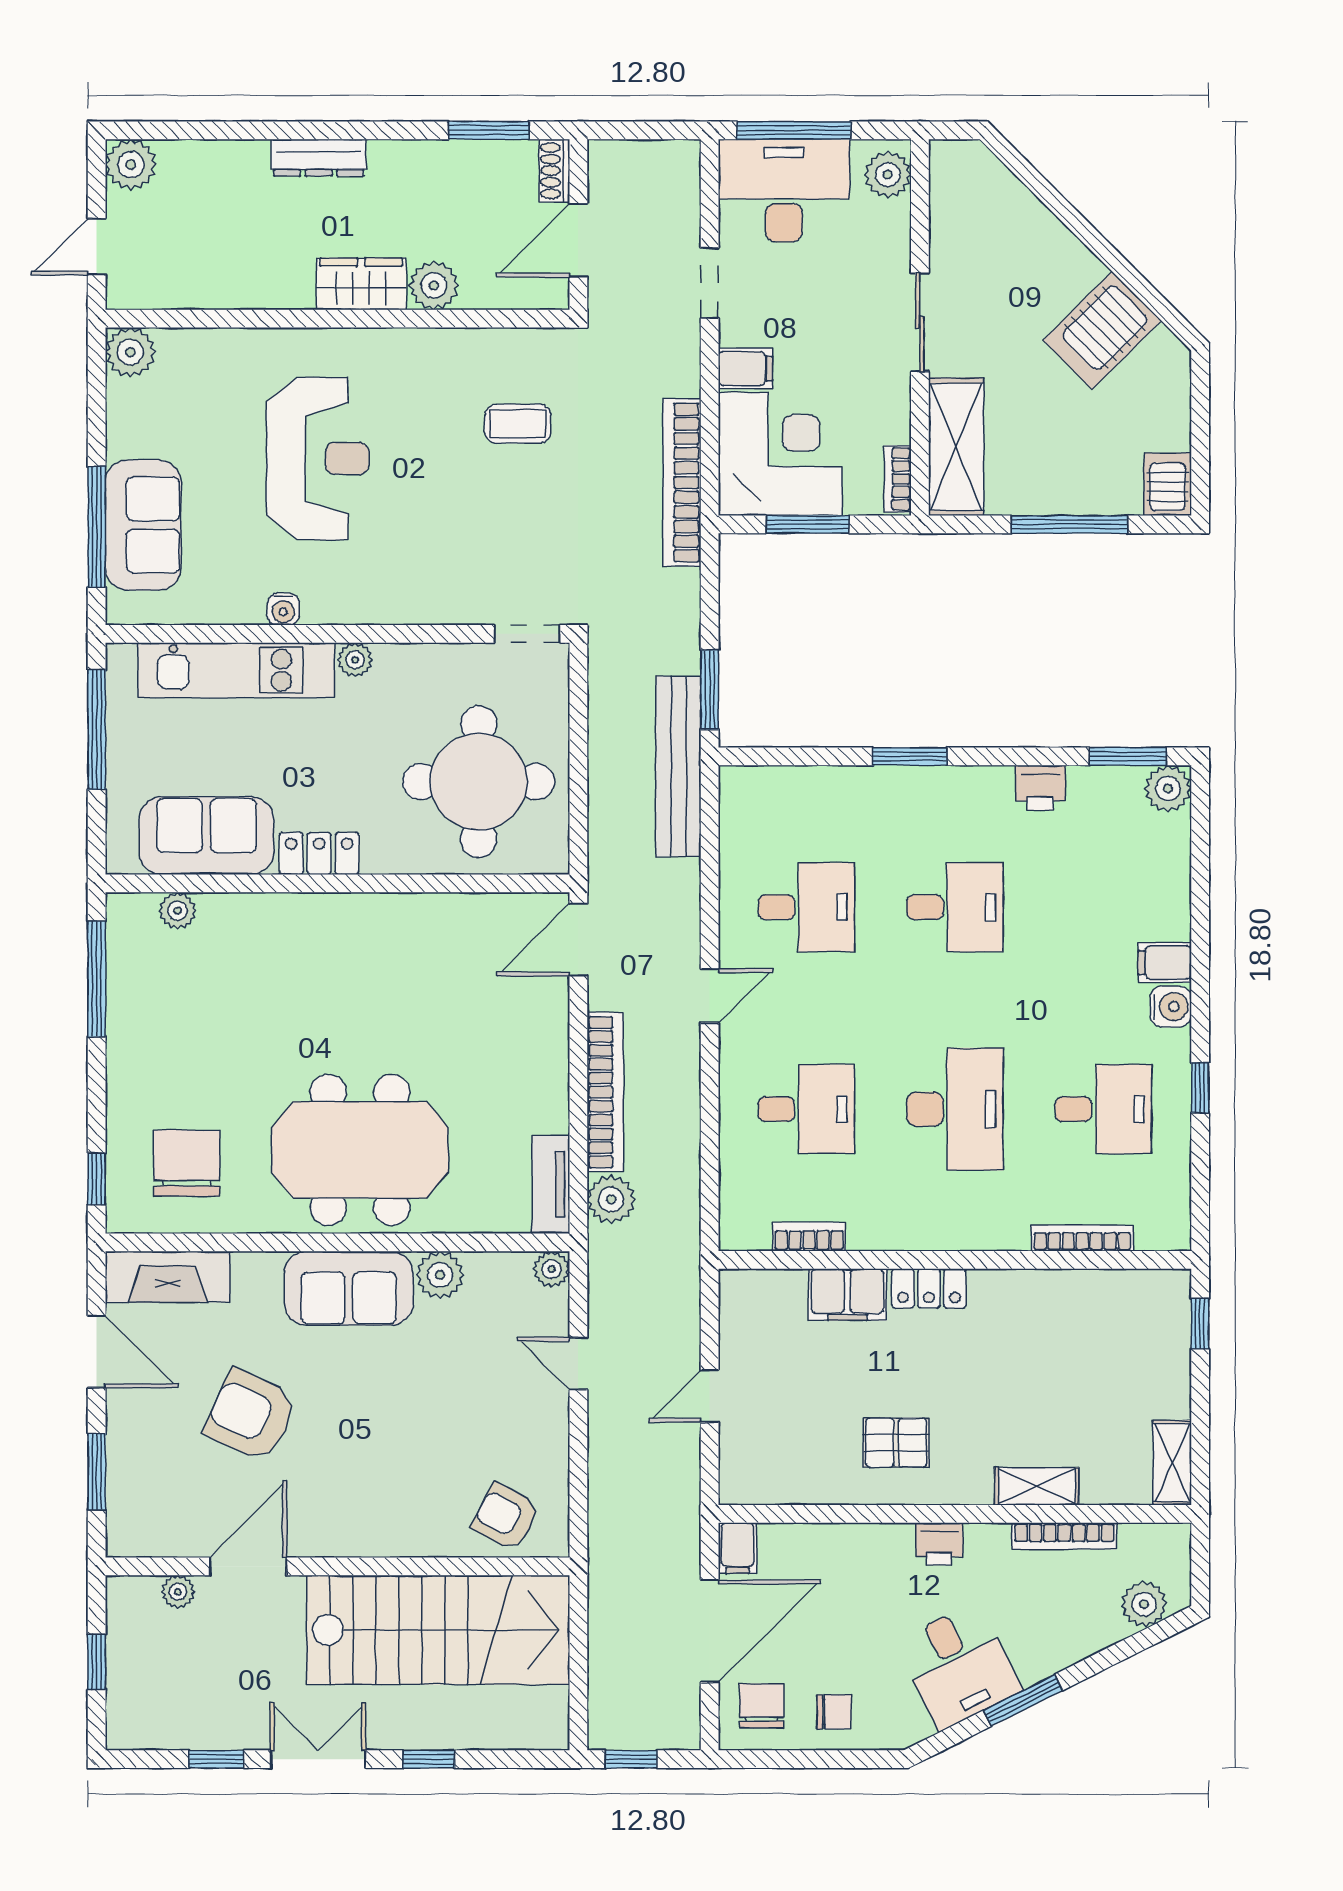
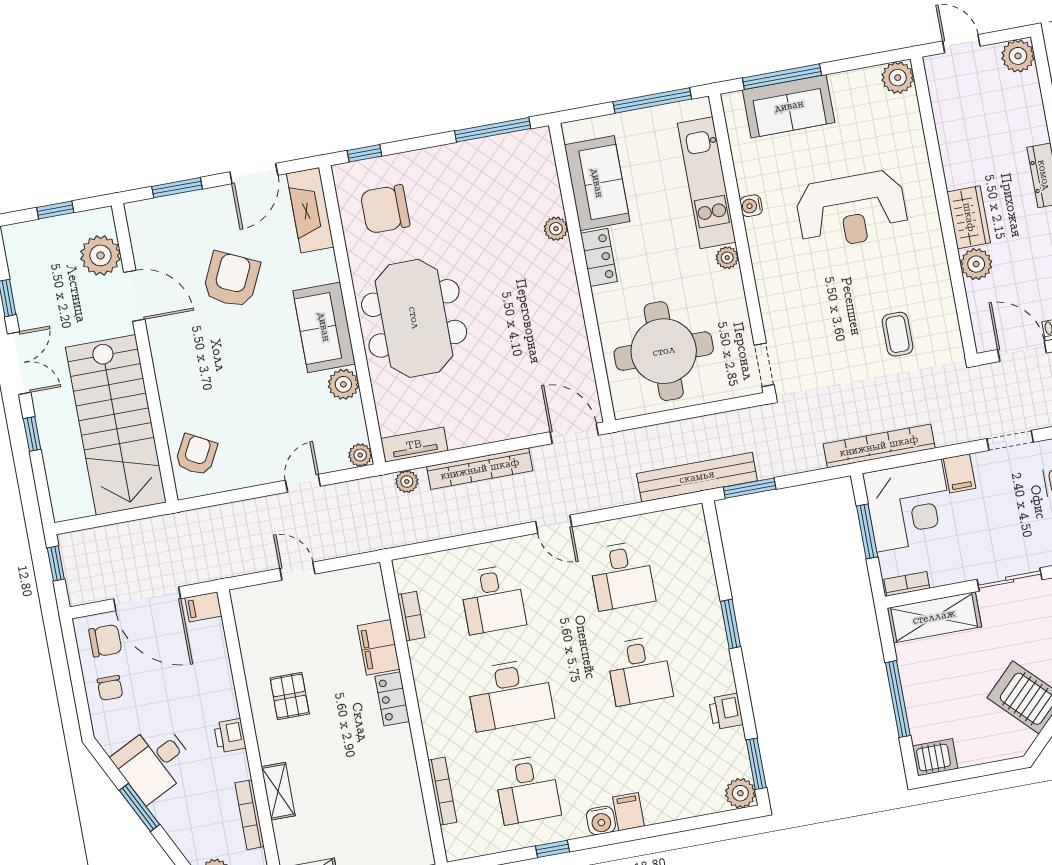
plant: (178, 911) -> (556, 229), moved
chair: (187, 1163) -> (385, 209), turned 180
plant: (611, 1199) -> (407, 482), width x0.73, depth x0.73
plant: (178, 1592) -> (100, 255), width x1.88, depth x1.88

